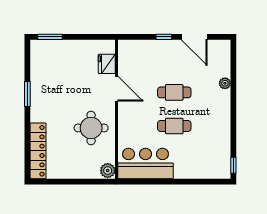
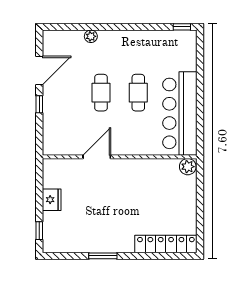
window: (50, 37) -> (39, 231), width x0.67
fridge: (107, 64) -> (52, 200), moved, turned -90
round table: (91, 128) -> (140, 185), removed
bar counter: (146, 163) -> (180, 113), width x1.36

